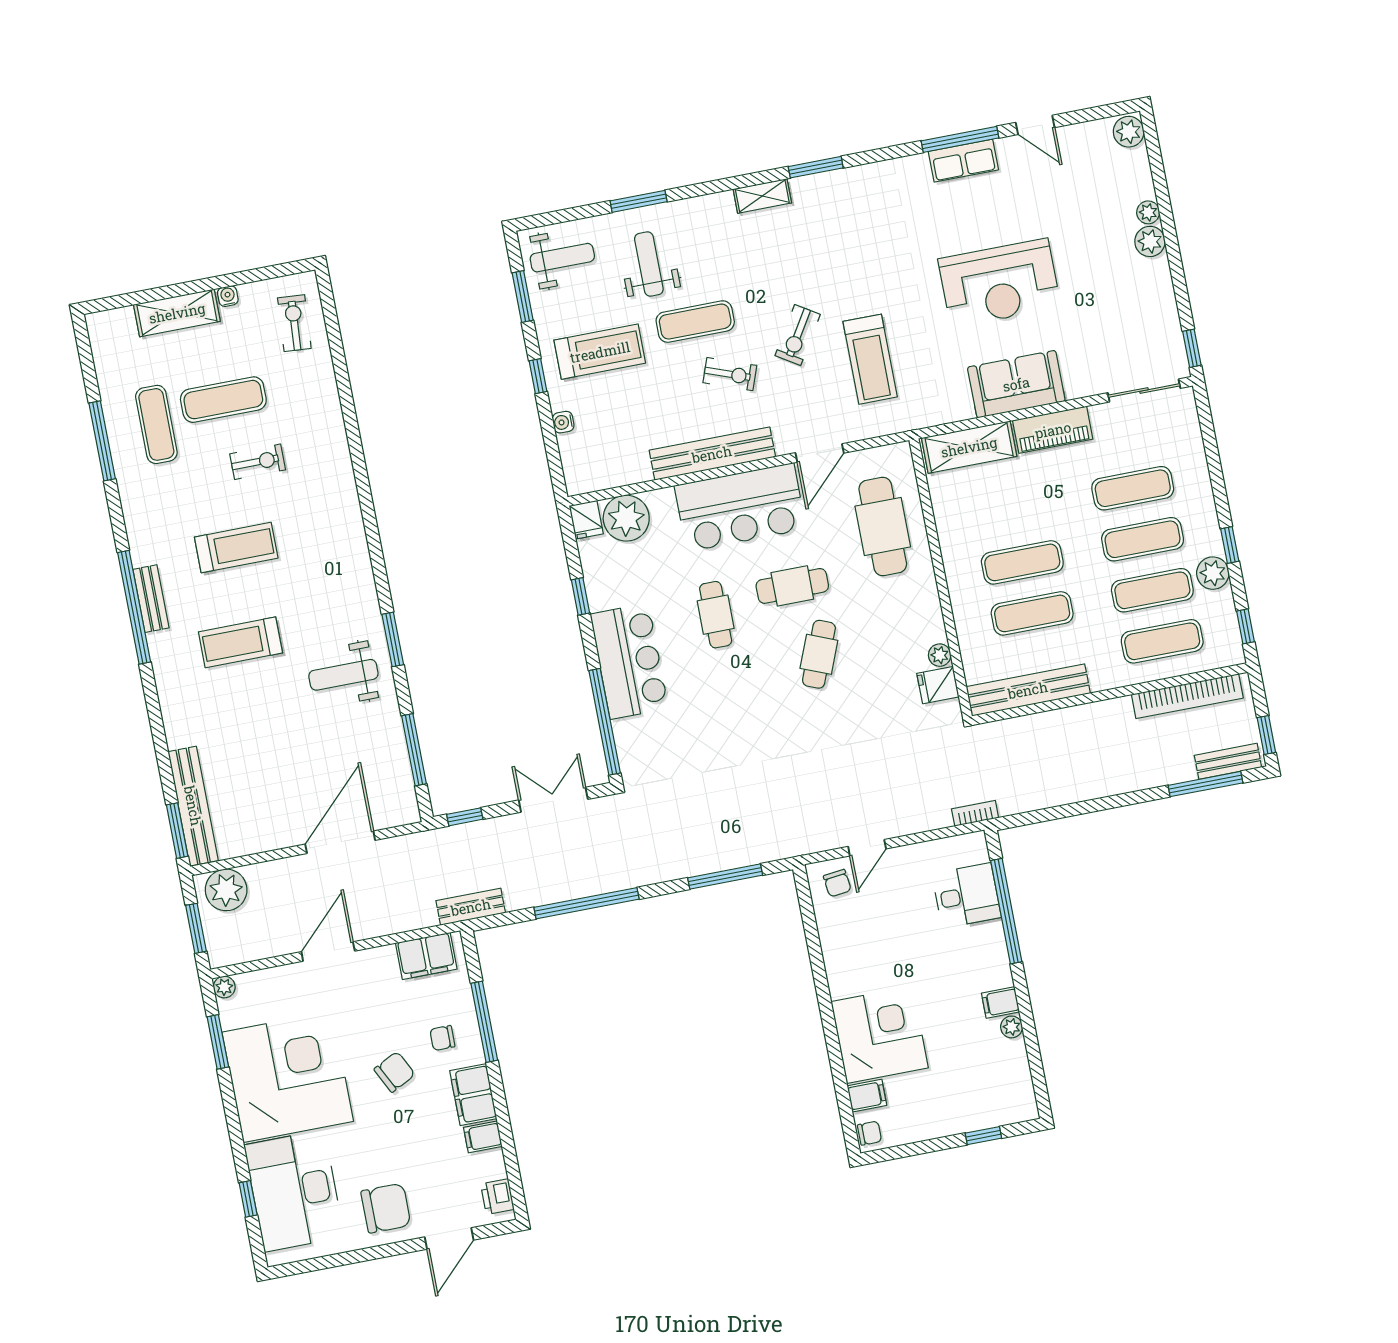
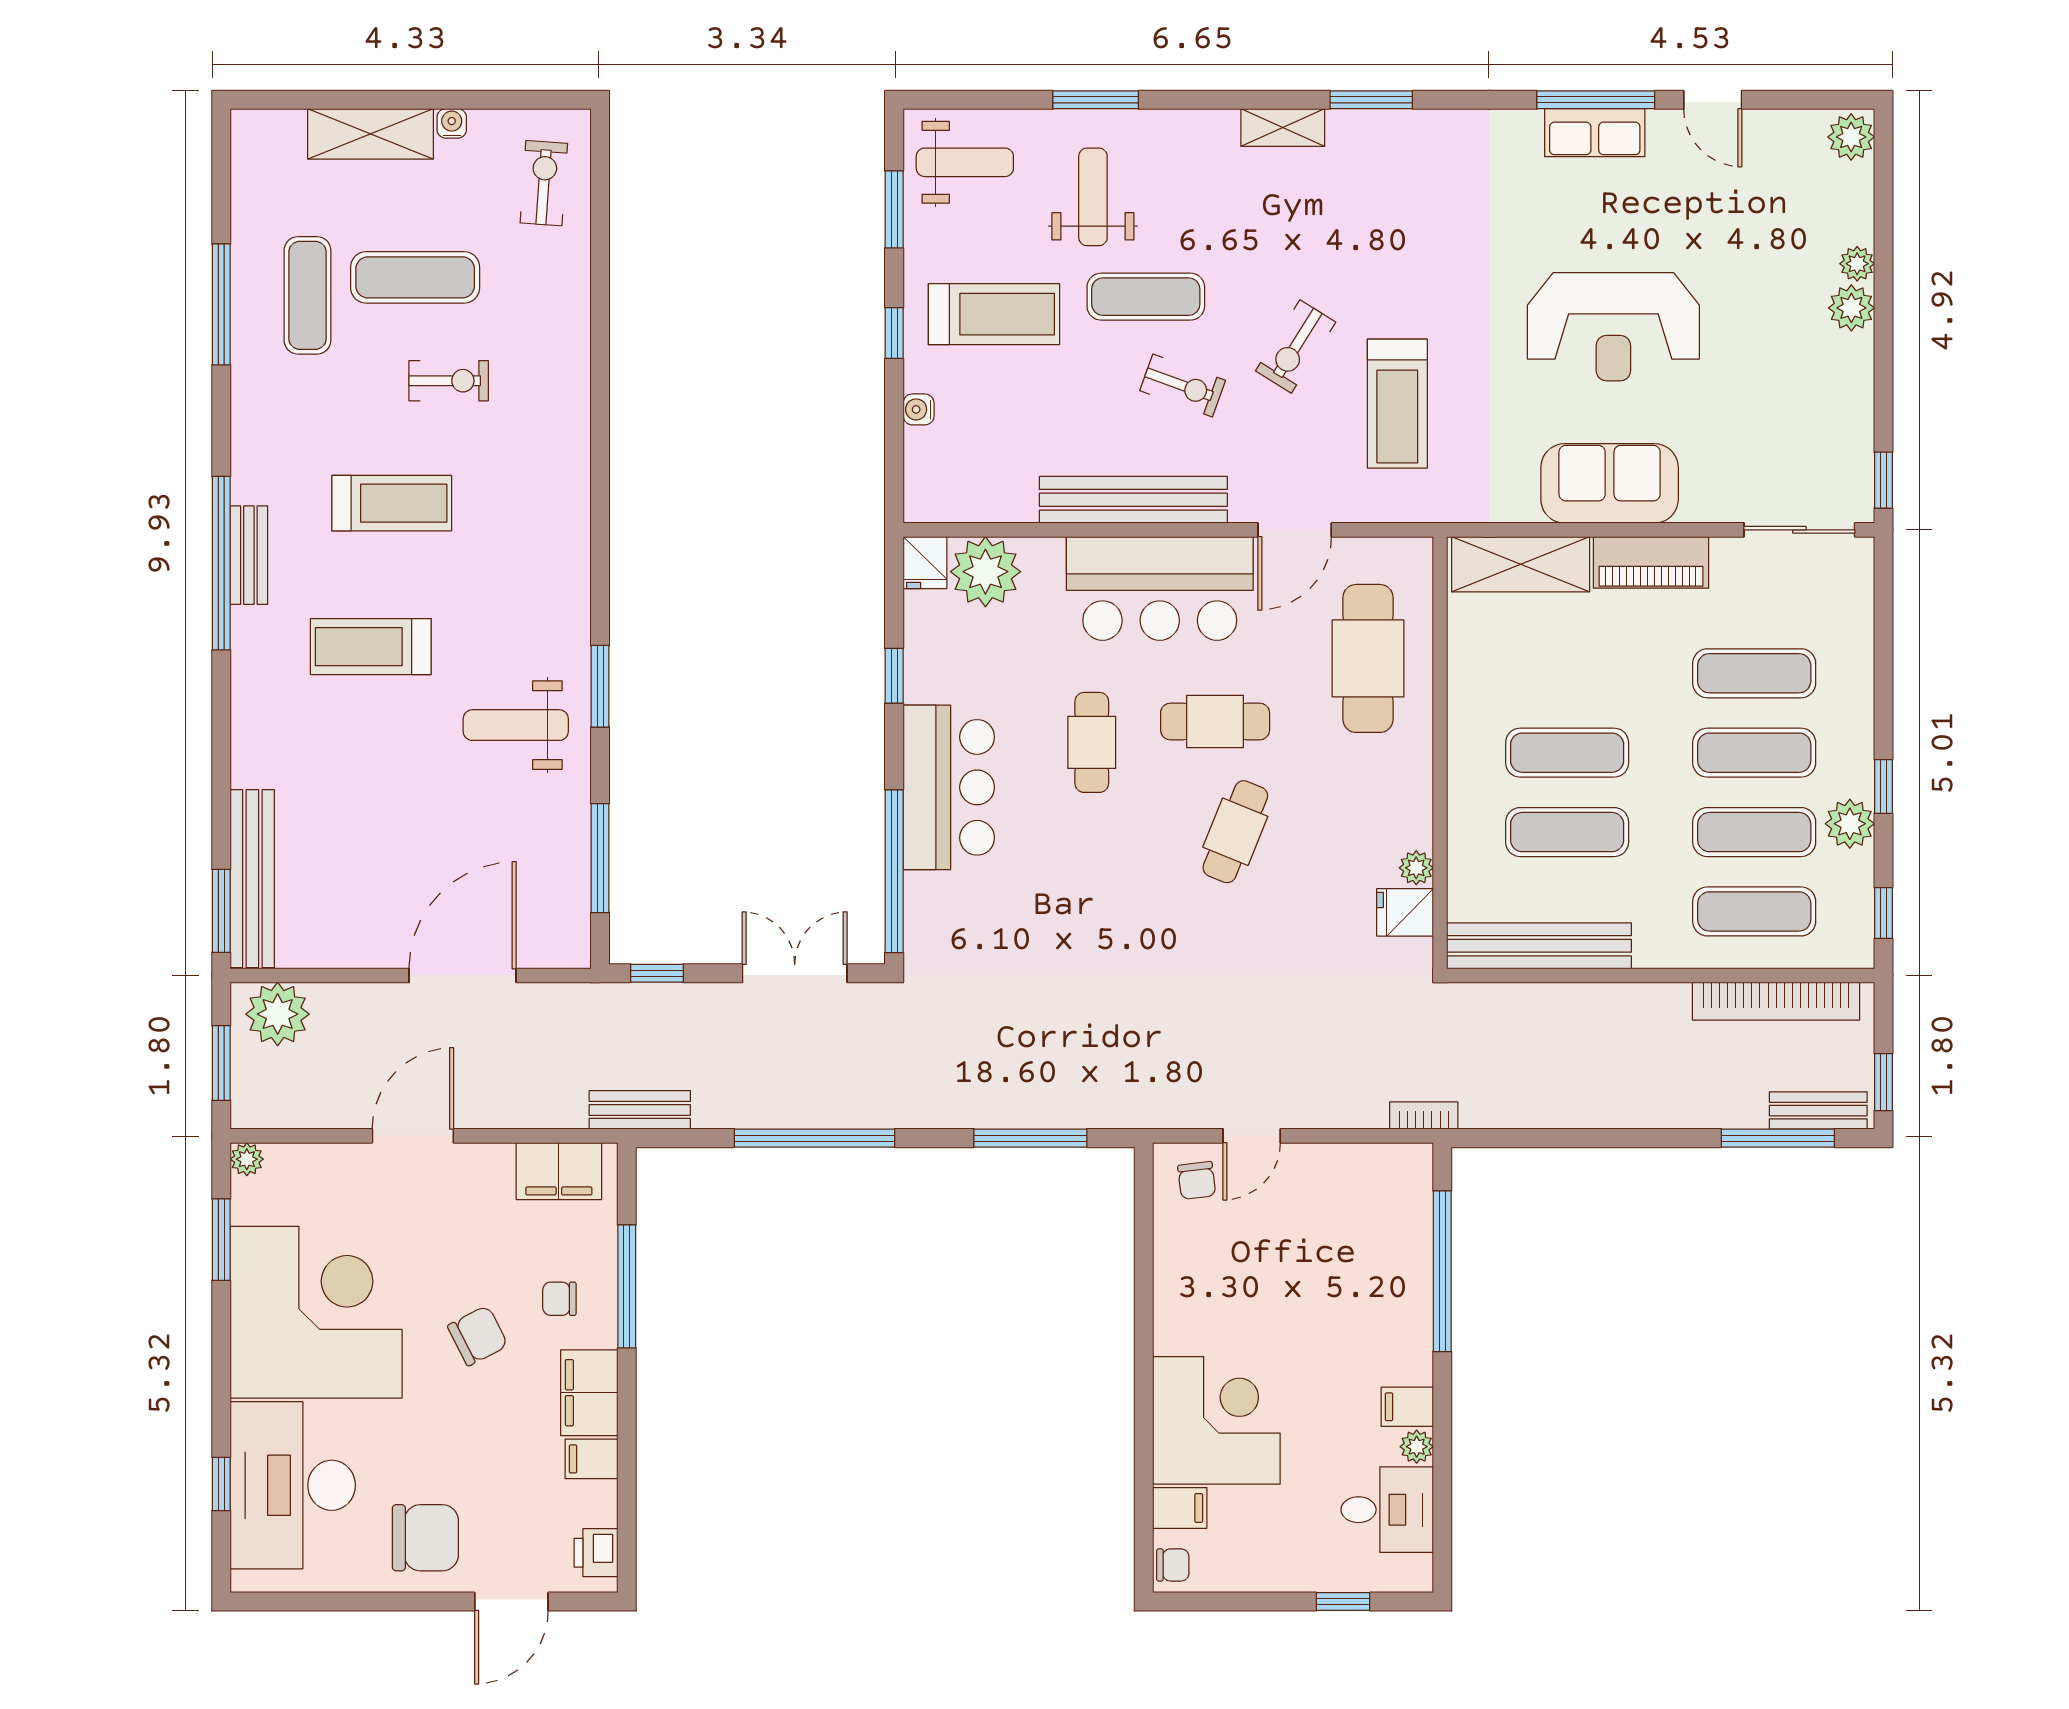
desk: (967, 896) -> (1387, 1510), moved

